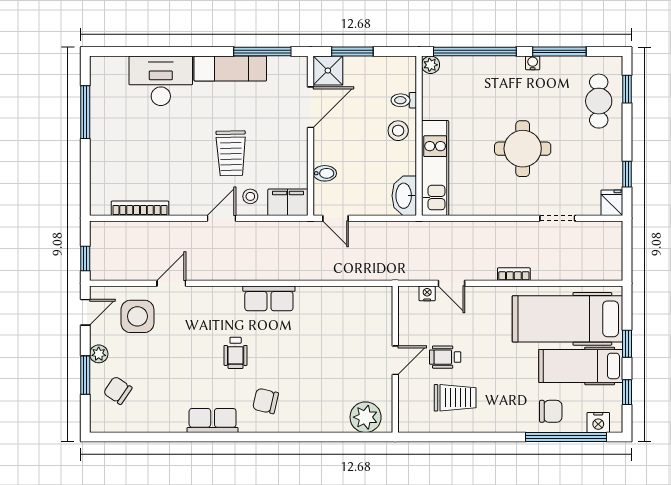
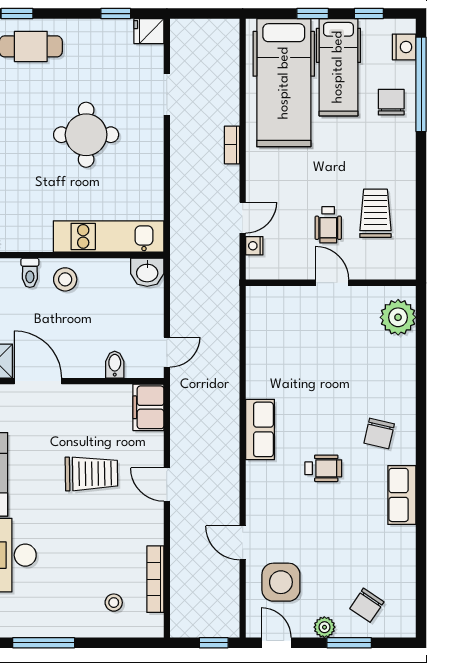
stool: (250, 196) -> (114, 603), moved
washbasin: (404, 196) -> (147, 272), width x0.72

